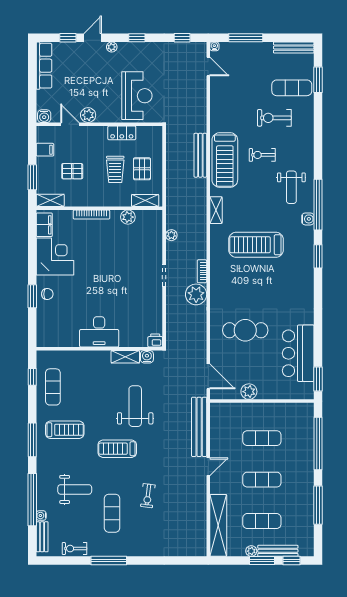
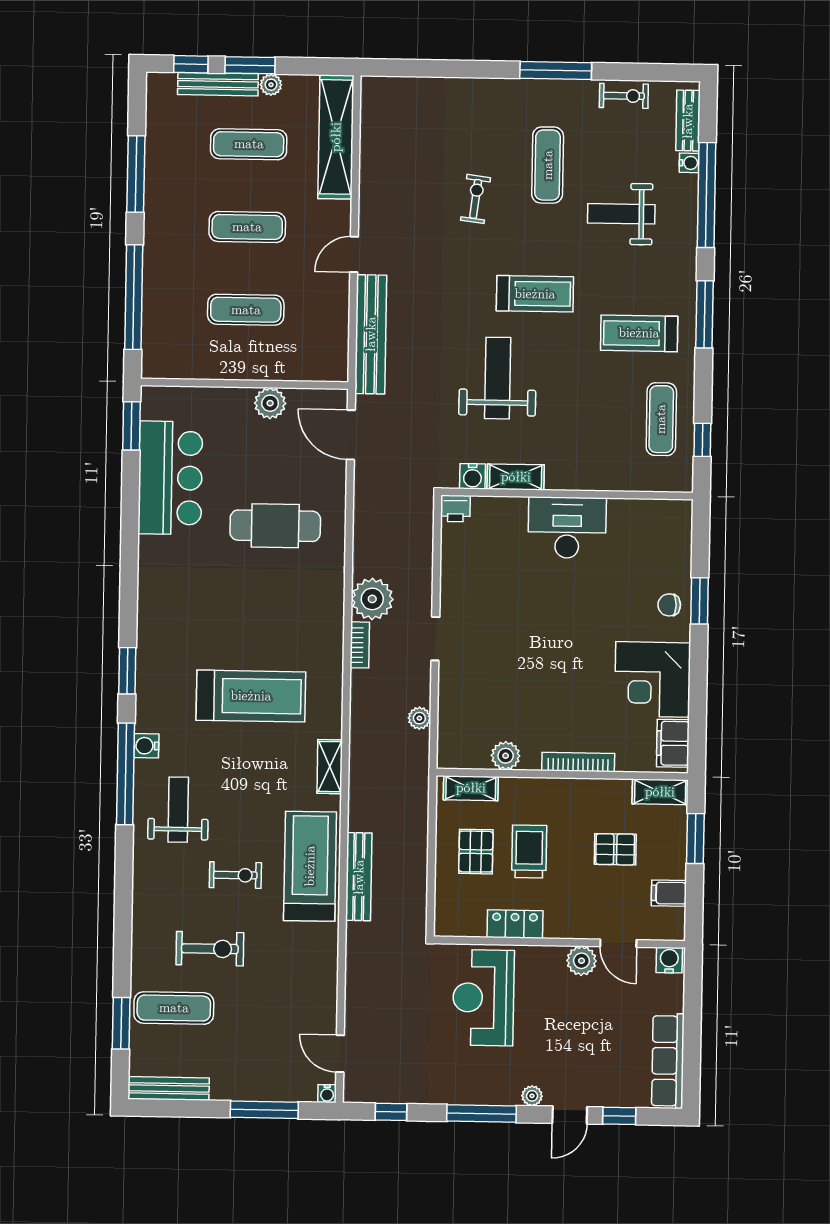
window: (137, 38) -> (481, 1113), width x2.17
weight bench: (135, 406) -> (498, 378), turned 180

